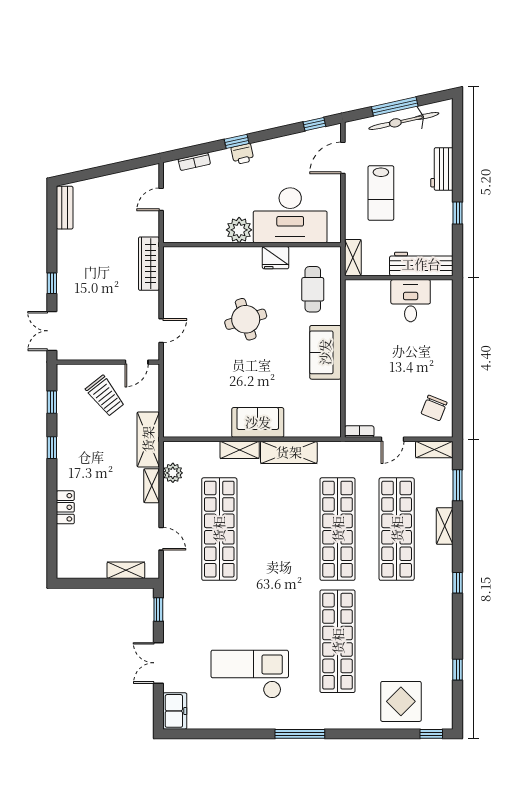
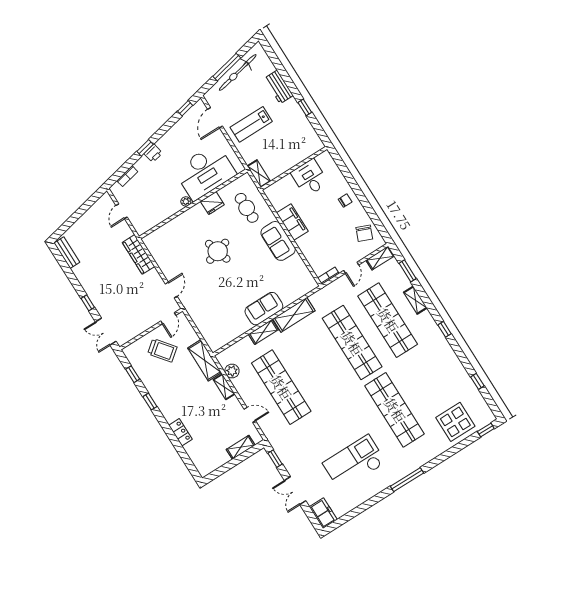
lab bench: (381, 193) -> (251, 124), turned 90
plant: (239, 230) -> (186, 201), width x0.53, depth x0.53
workbench: (421, 264) -> (302, 152), removed
filing cabinet: (357, 340) -> (292, 222), added
chair: (436, 355) -> (345, 201), added

